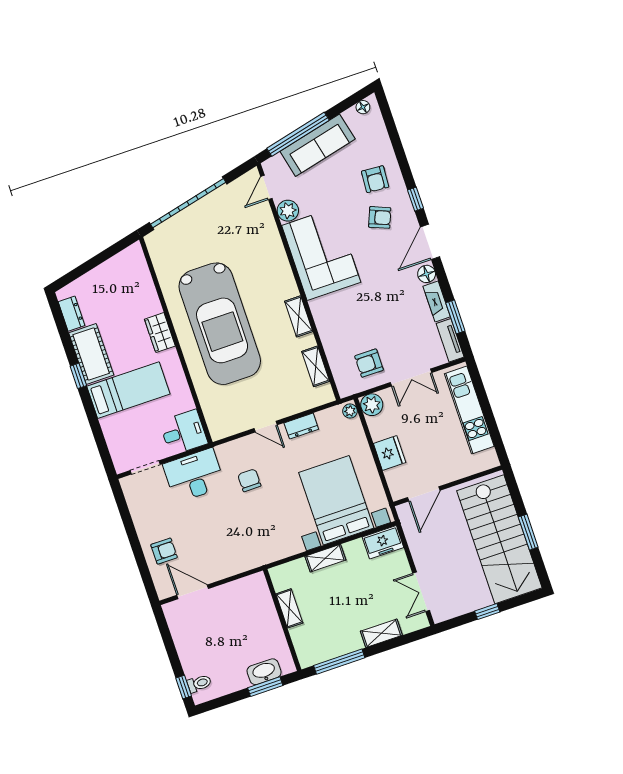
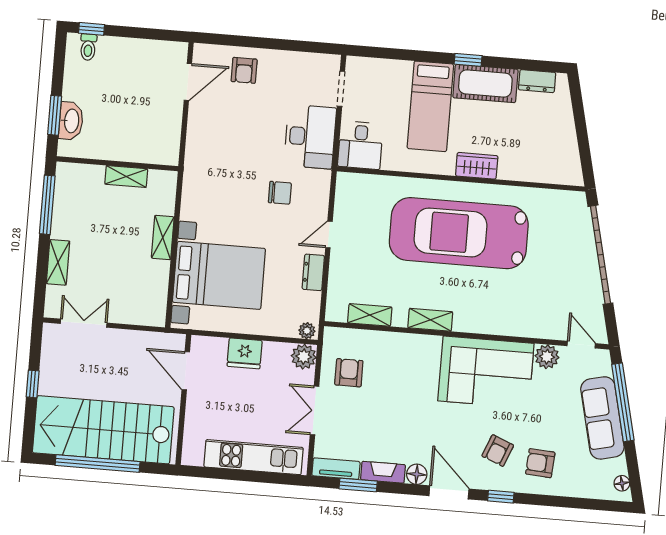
window: (528, 532) -> (98, 464), width x2.11
freezer: (383, 542) -> (153, 306), removed

